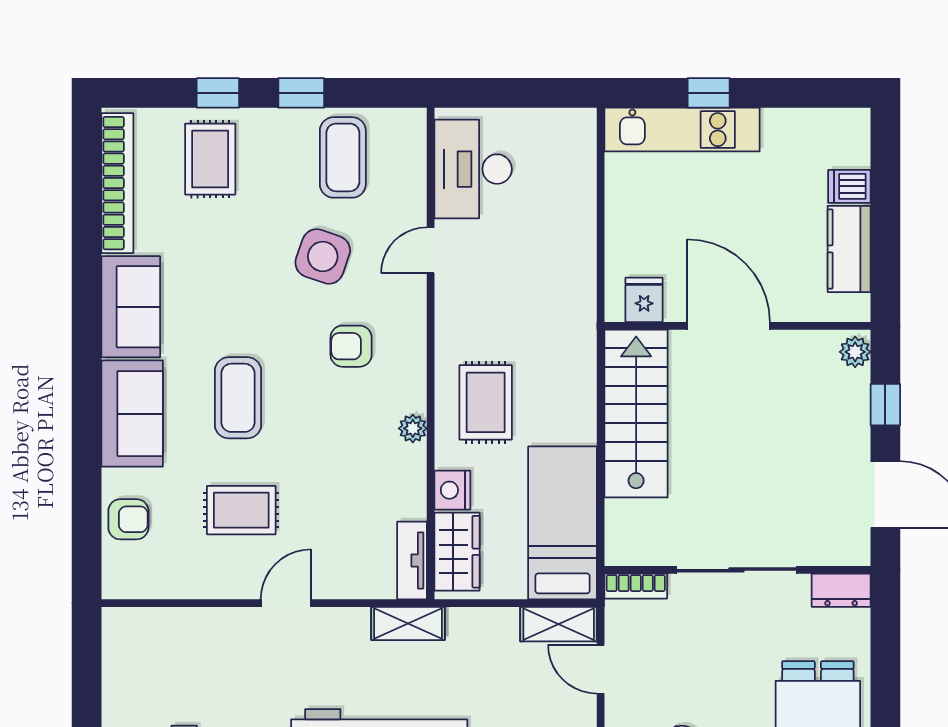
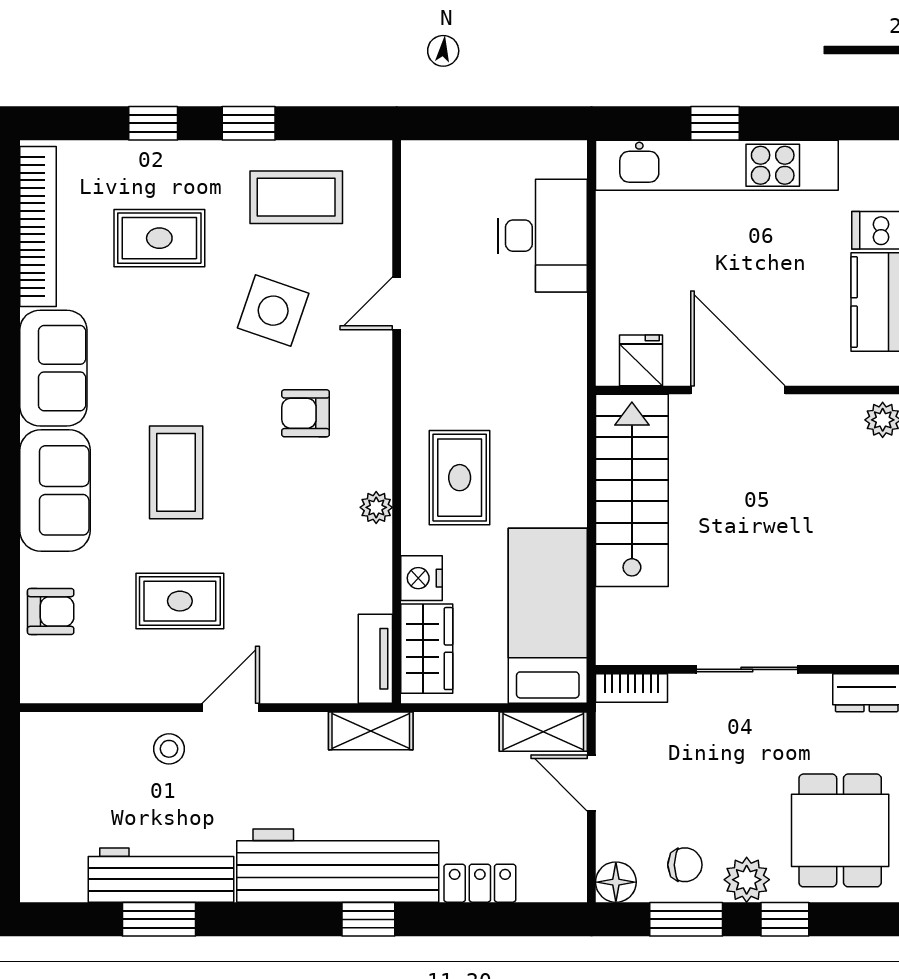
kitchen unit: (682, 130) -> (717, 165), width x1.36
coffee table: (343, 157) -> (296, 197), turned 90
rug: (210, 159) -> (159, 238), moved, turned 90
desk: (473, 169) -> (543, 236), moved, turned 180
sliding door: (736, 570) -> (747, 669), width x0.73
stool: (232, 639) -> (169, 749), added

